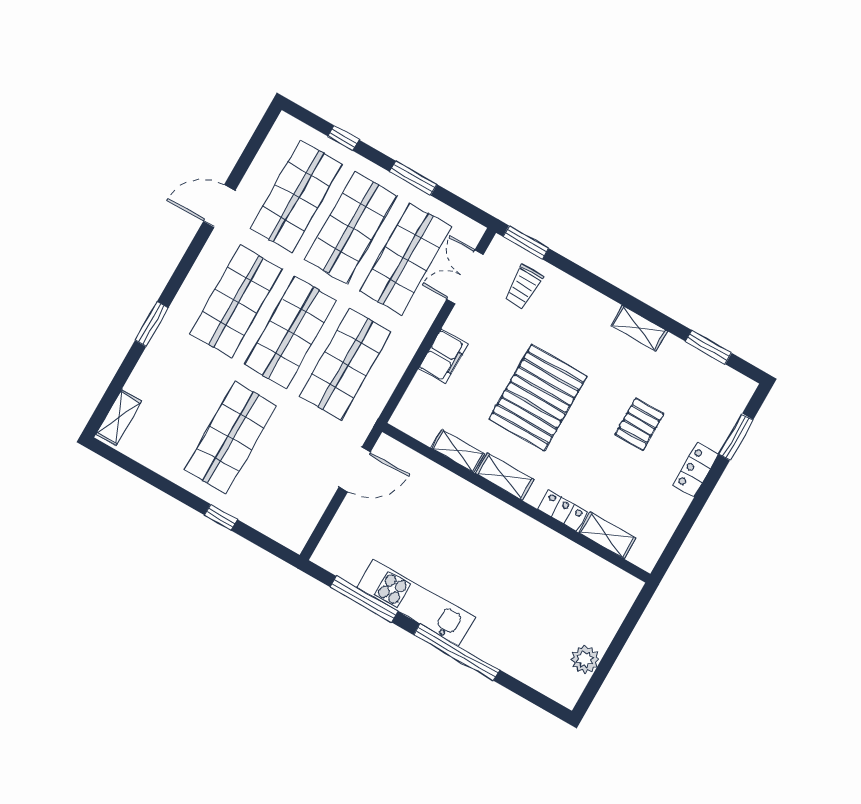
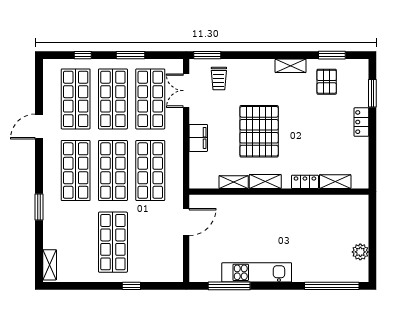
pallet: (639, 424) -> (327, 82), moved
window: (457, 652) -> (332, 286), moved

